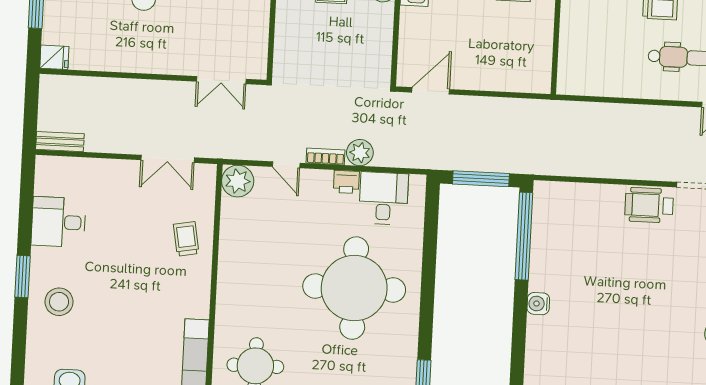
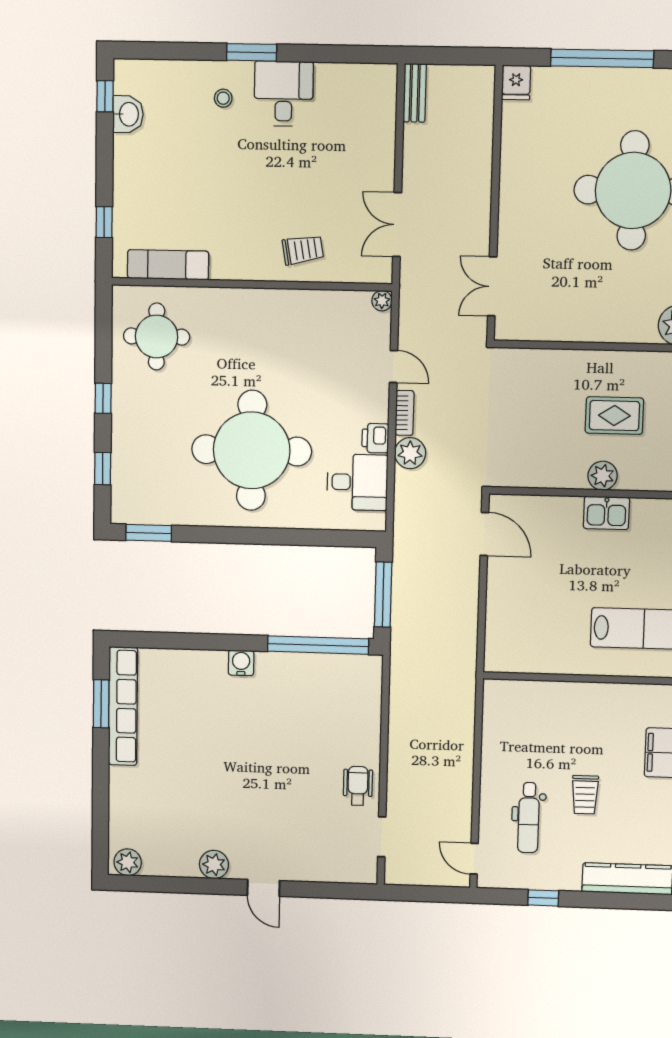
door: (286, 165) -> (394, 367), swing flipped
plant: (238, 181) -> (382, 301), width x0.53, depth x0.53
wheelchair: (649, 205) -> (358, 786), width x0.73, depth x0.73
desk: (58, 222) -> (284, 94), moved
stool: (59, 302) -> (223, 98), width x0.53, depth x0.53

